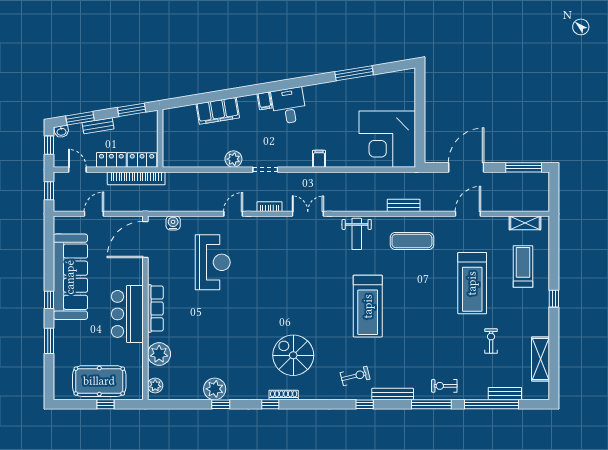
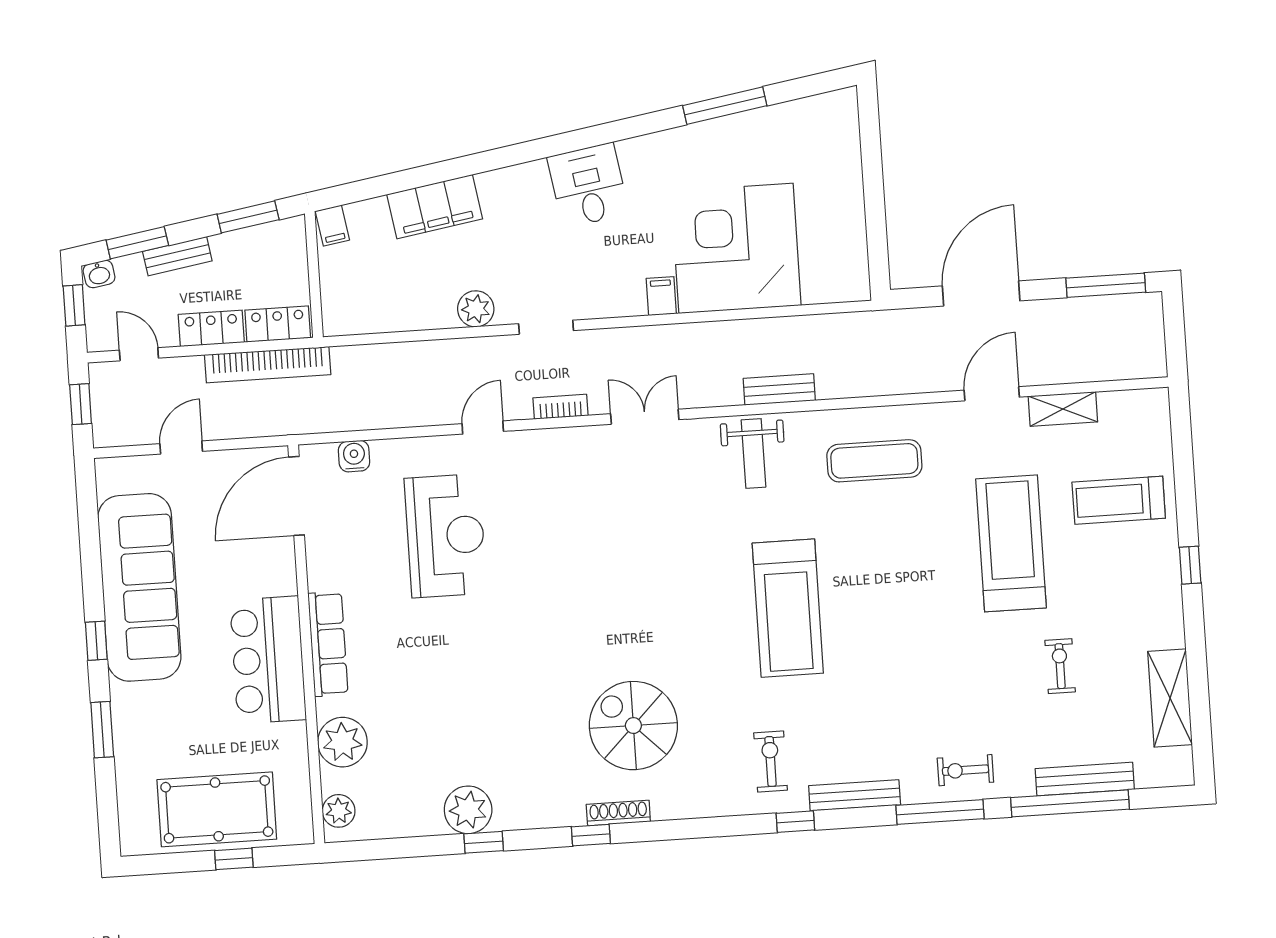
filing cabinet: (265, 101) -> (332, 226), moved
corner desk: (387, 139) -> (736, 248), moved, turned 90
bench: (404, 205) -> (779, 389), moved
shelving: (525, 223) -> (1063, 409), moved
treadmill: (523, 267) -> (1119, 500), turned -90
treadmill: (472, 283) -> (1011, 543), turned 180
exercise bike: (355, 376) -> (771, 761), turned -76
bench: (505, 394) -> (1085, 779), width x1.36

